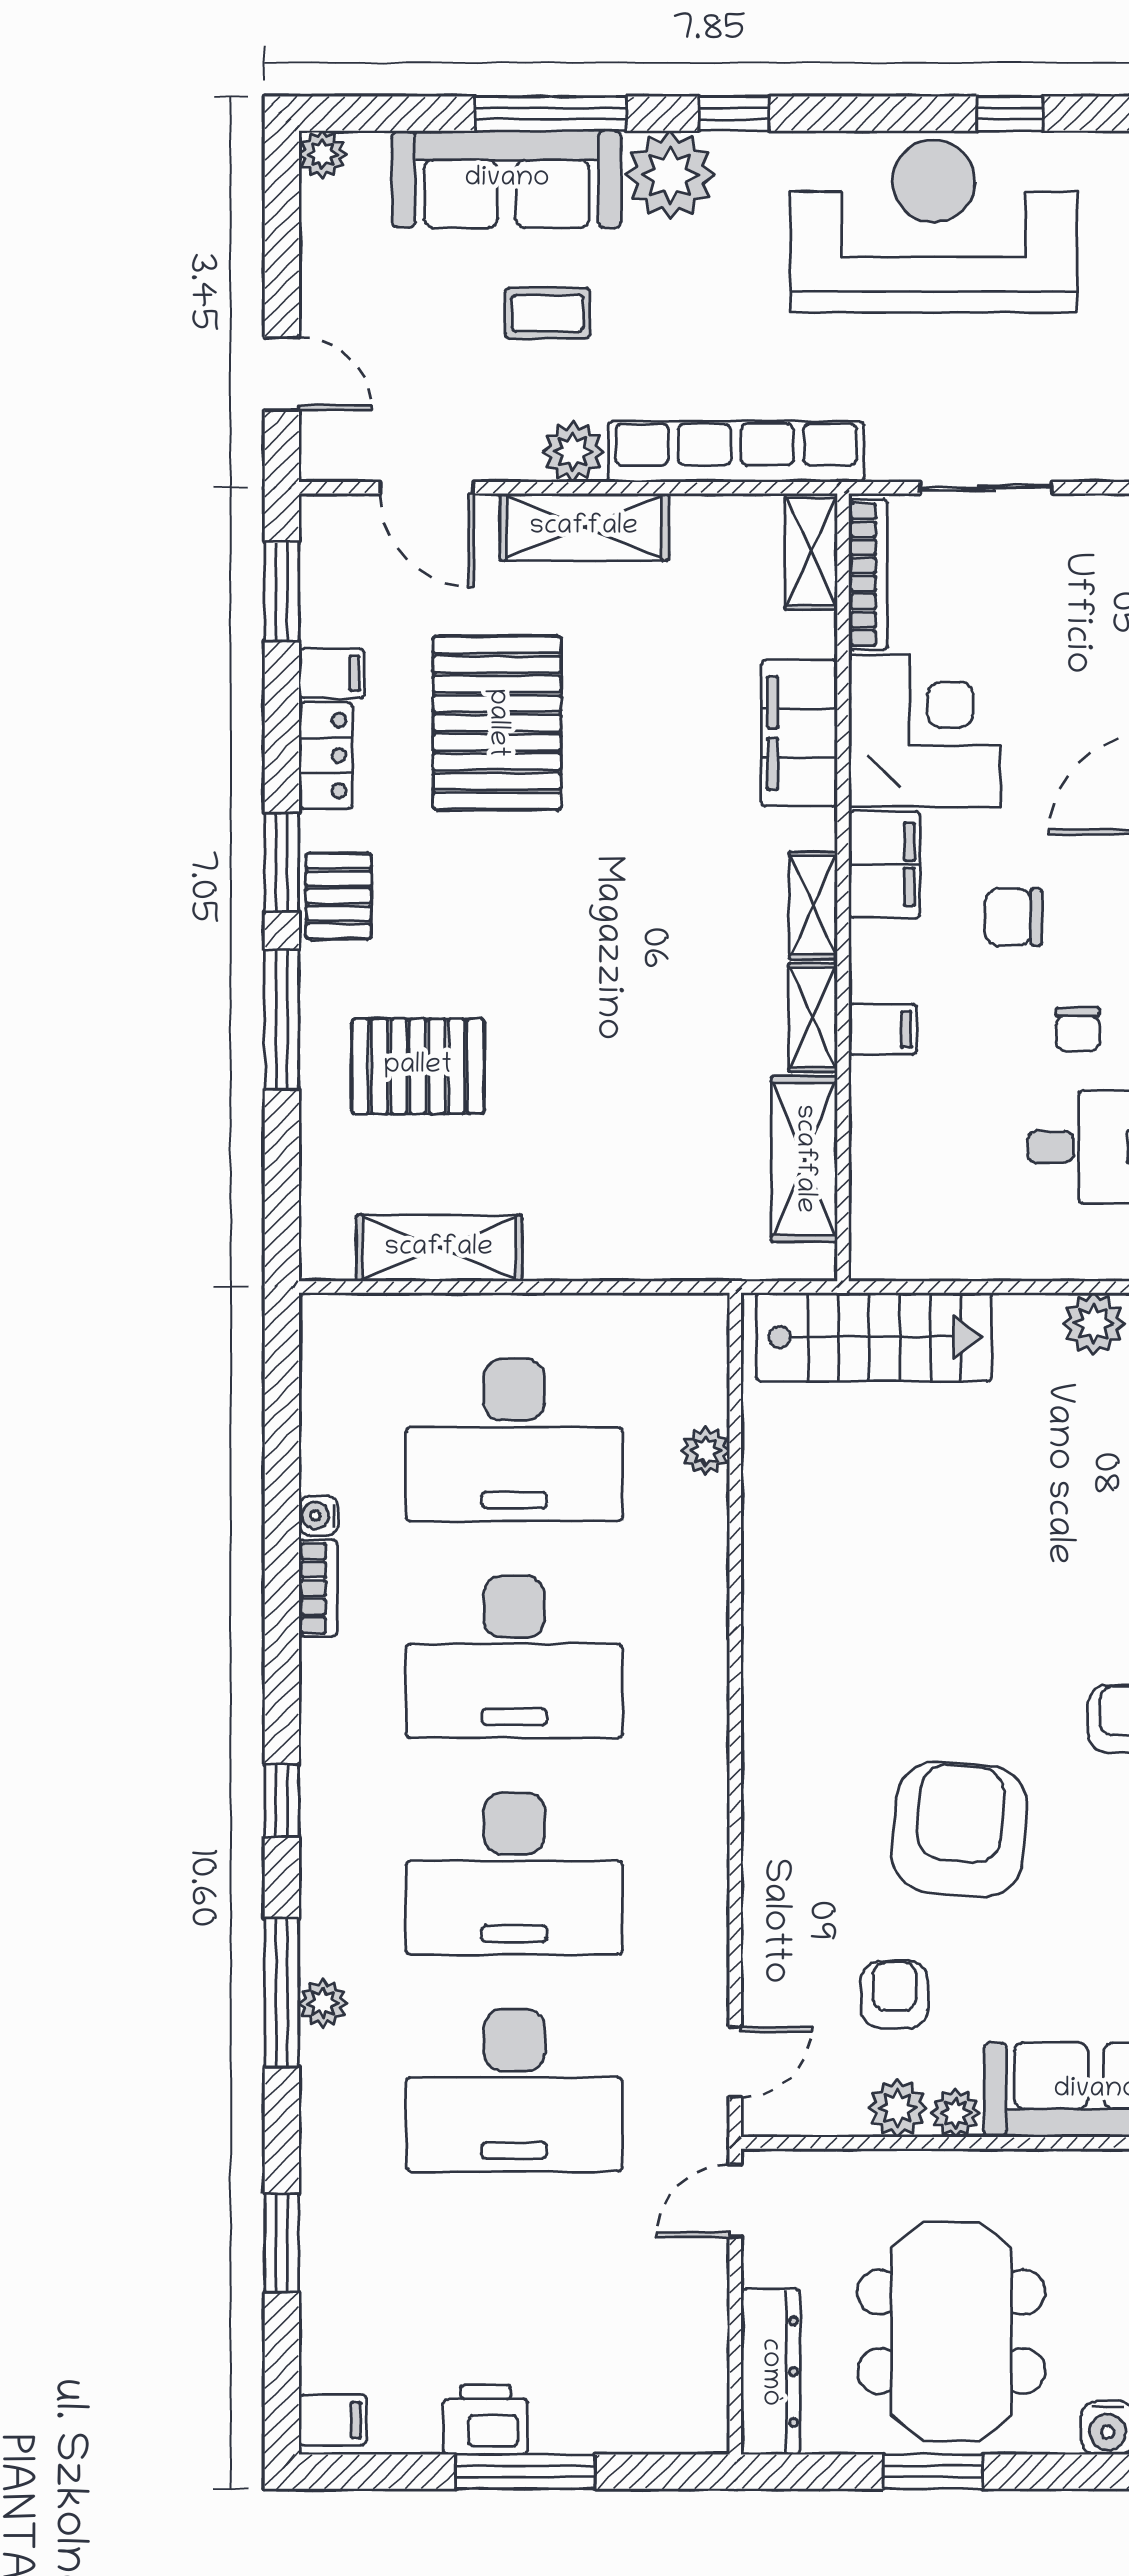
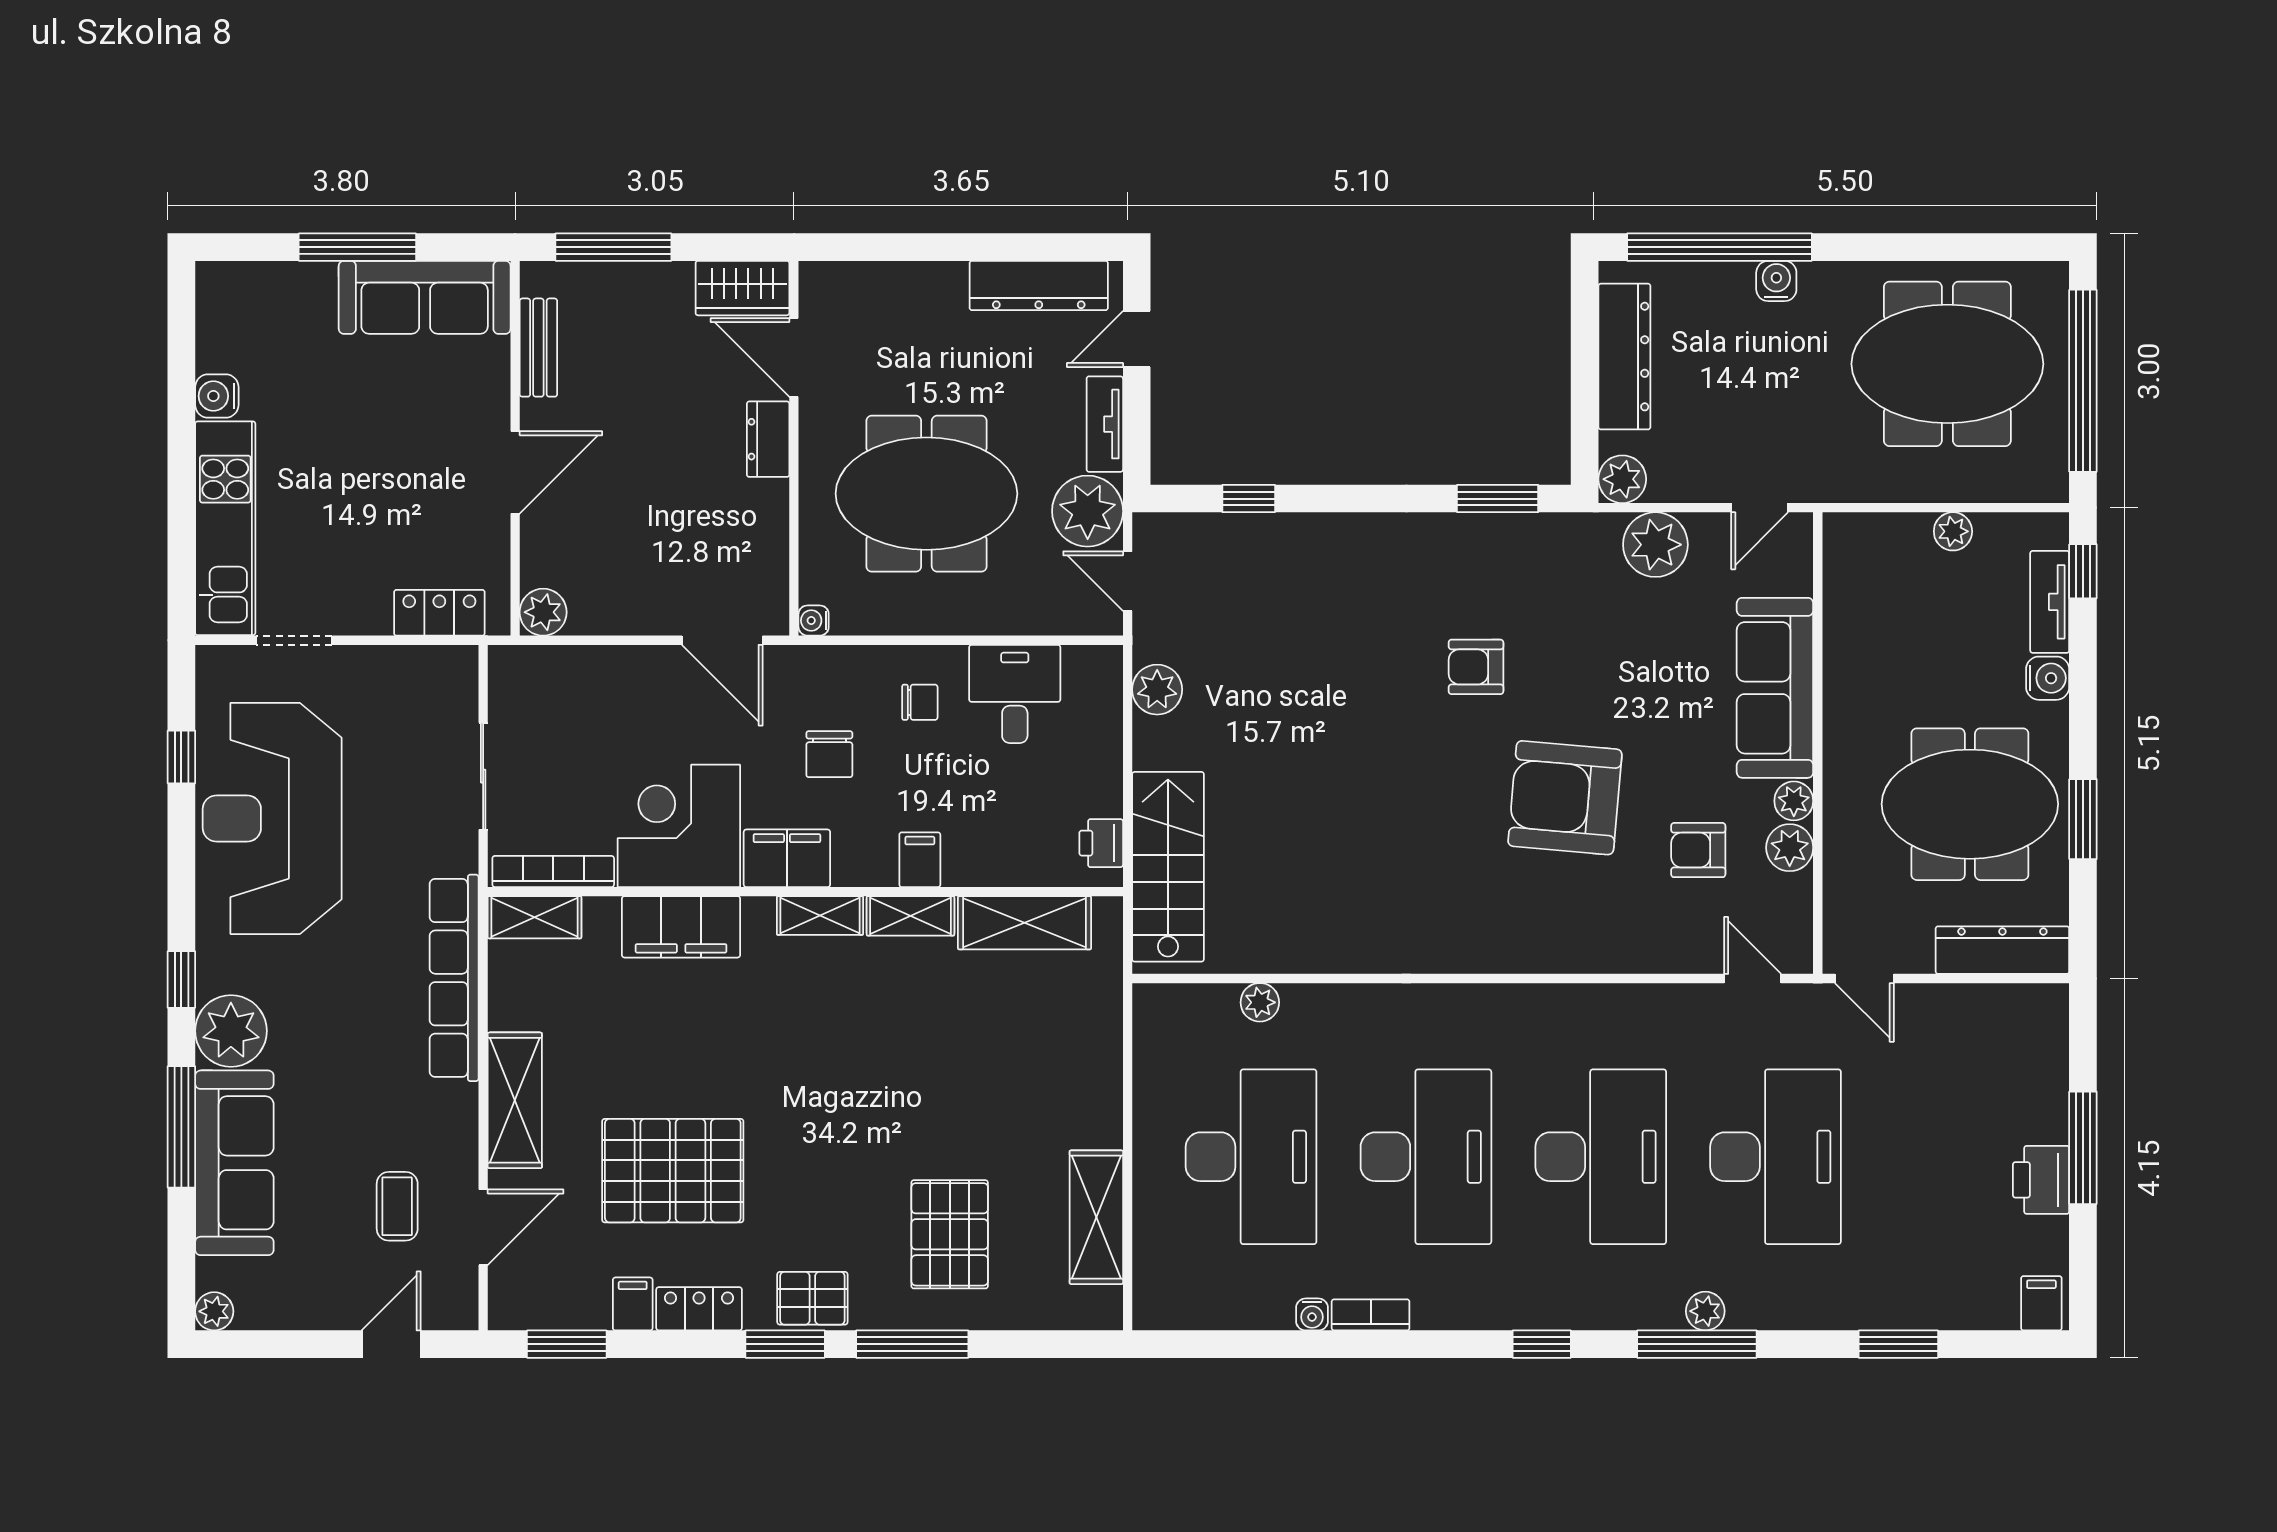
coffee table: (547, 313) -> (397, 1206), moved
plant: (573, 452) -> (454, 1109), removed
printer: (903, 1254) -> (1101, 843), added

